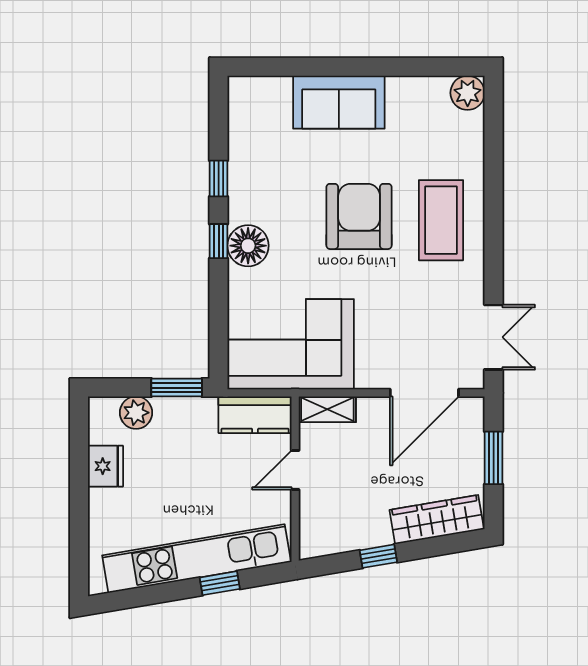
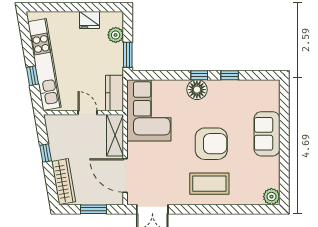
shelving: (327, 409) -> (115, 135), width x1.50, depth x1.33

